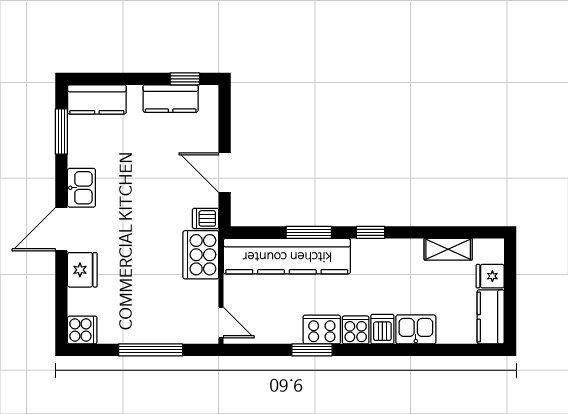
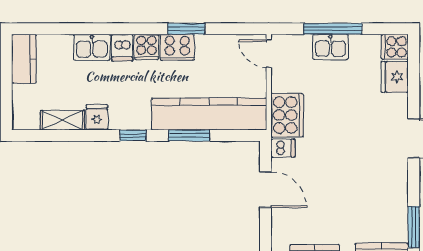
kitchen sink: (81, 188) -> (330, 47), moved, turned -90
fridge: (82, 270) -> (395, 77), moved
fridge: (490, 276) -> (97, 117), moved, turned -90

